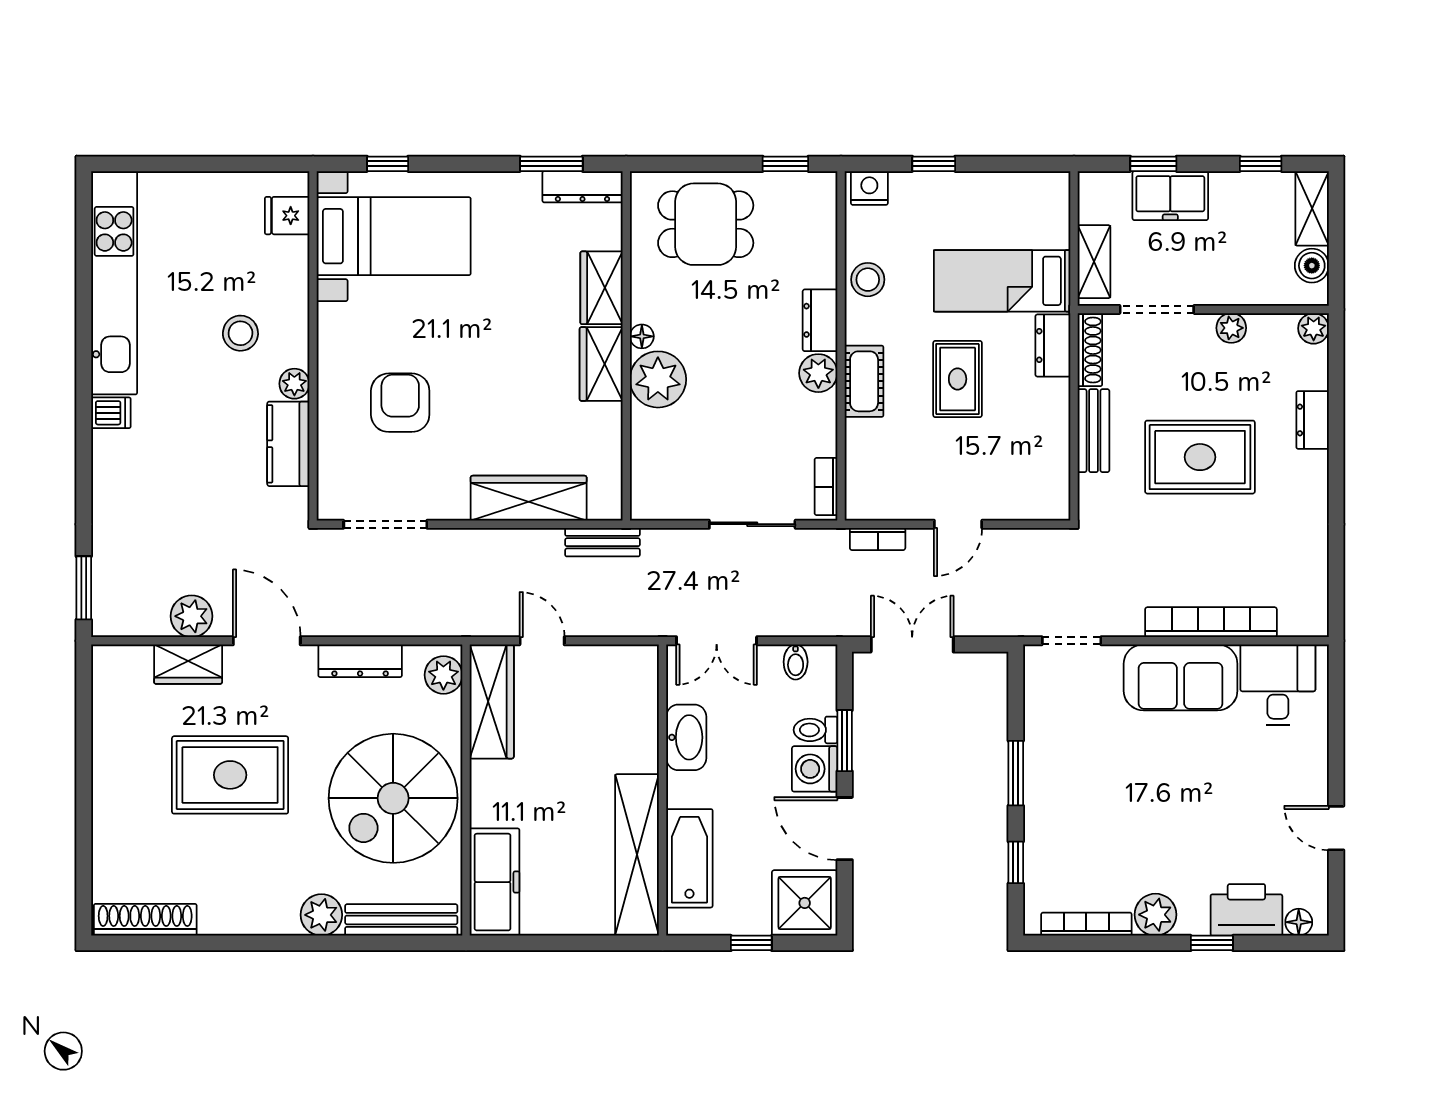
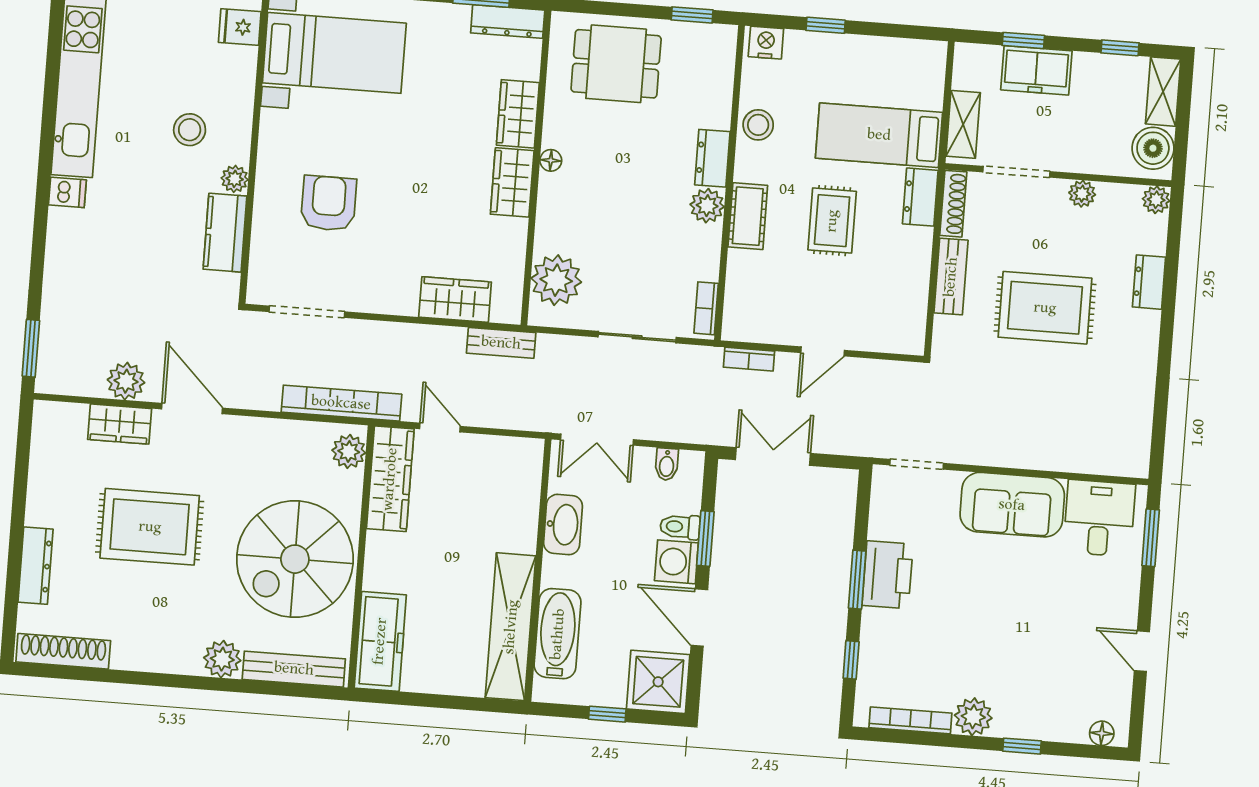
boiler: (1312, 266) -> (1153, 148), width x1.36, depth x1.36
plant: (658, 379) -> (556, 280), moved
wardrobe: (529, 498) -> (455, 300), width x0.67
bookcase: (1211, 622) -> (341, 403), moved
dresser: (360, 661) -> (36, 566), moved, turned -90
window: (1336, 702) -> (1151, 538), added
printer: (1246, 910) -> (888, 575), moved, turned 90

